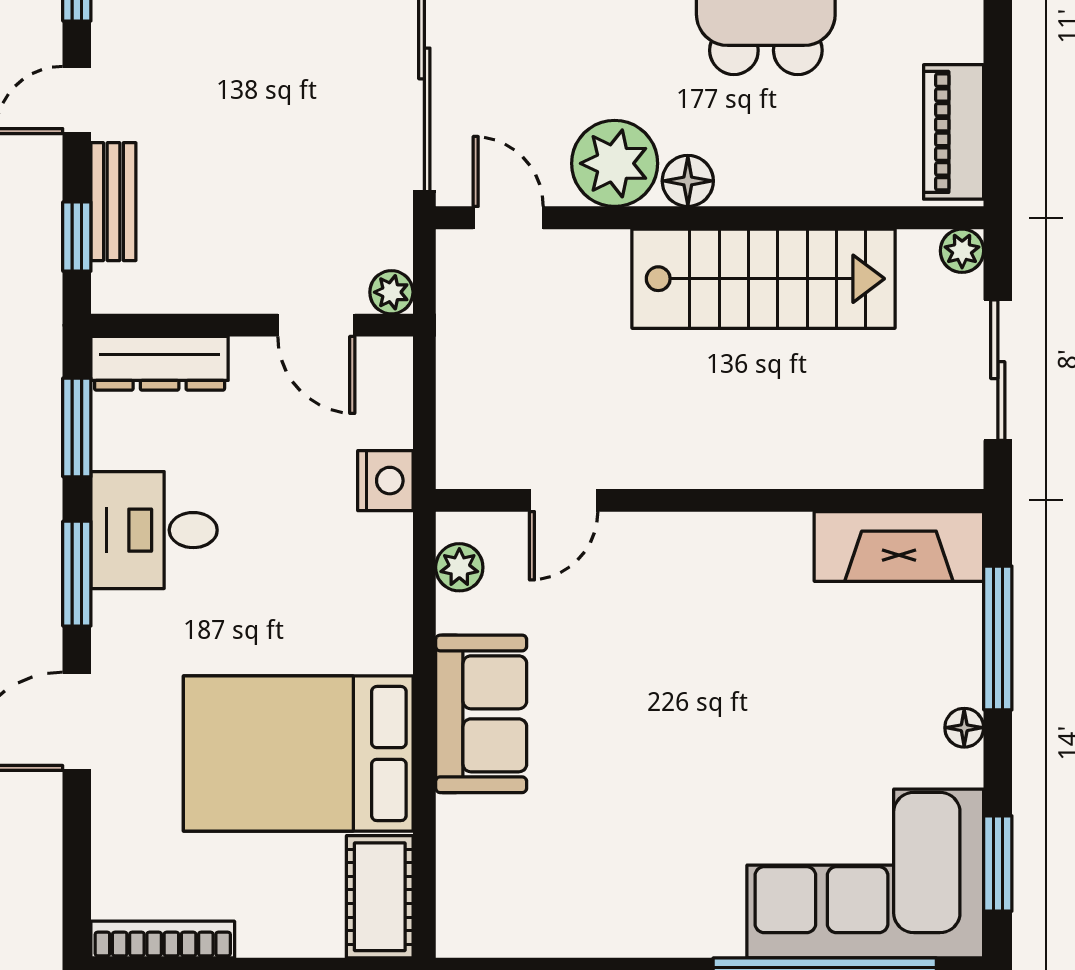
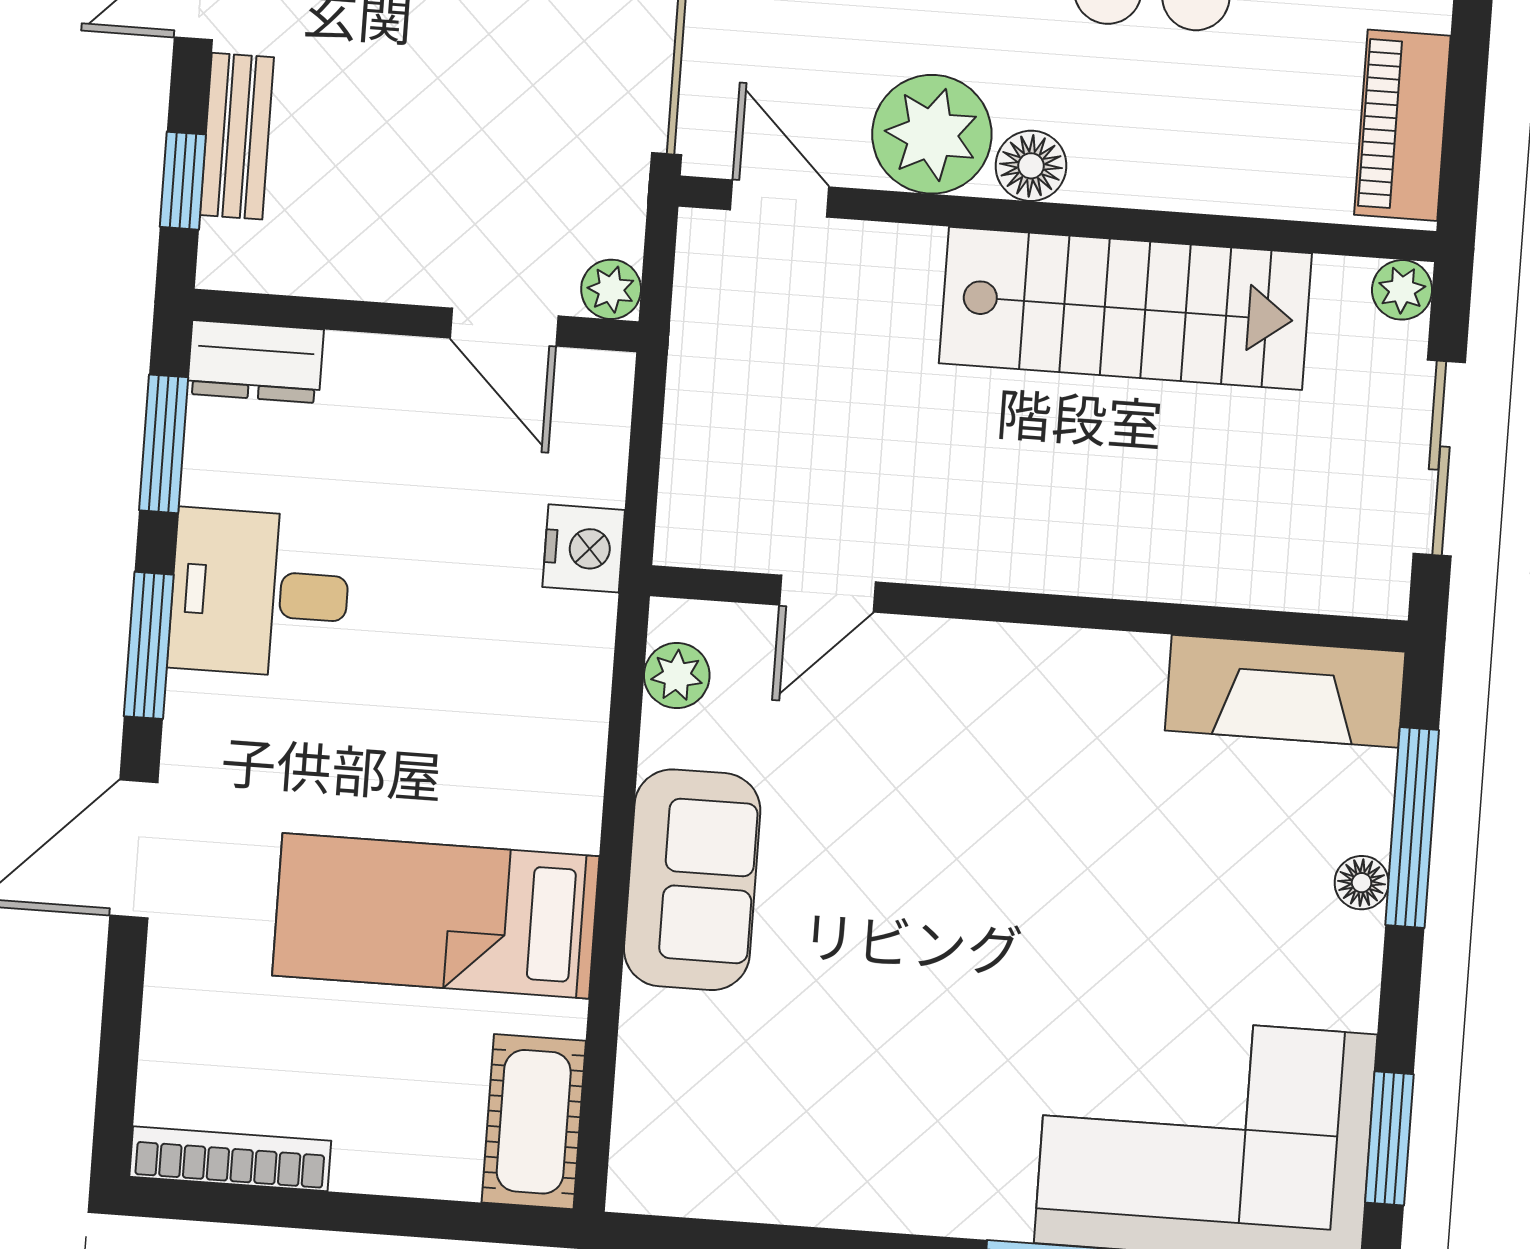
dresser: (160, 363) -> (255, 362), width x0.70
floor lamp: (964, 728) -> (1362, 883), moved
bed: (298, 754) -> (436, 916), width x0.67

